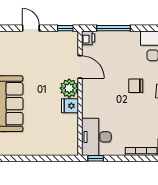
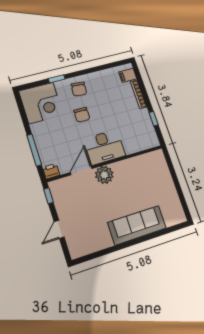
fridge: (70, 106) -> (120, 169), removed
desk: (96, 137) -> (104, 147), moved
window: (96, 158) -> (154, 119), moved

